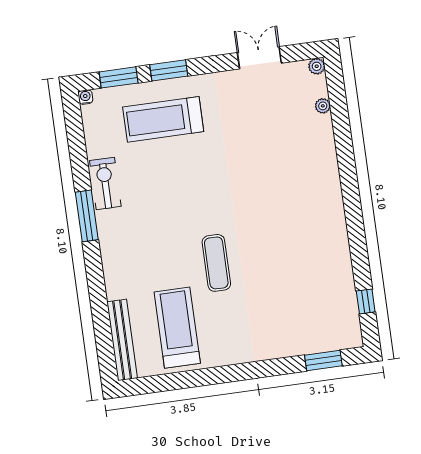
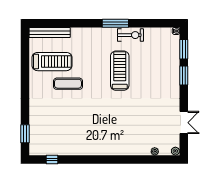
treadmill: (163, 119) -> (120, 71), moved
exercise mat: (216, 263) -> (68, 84), moved

